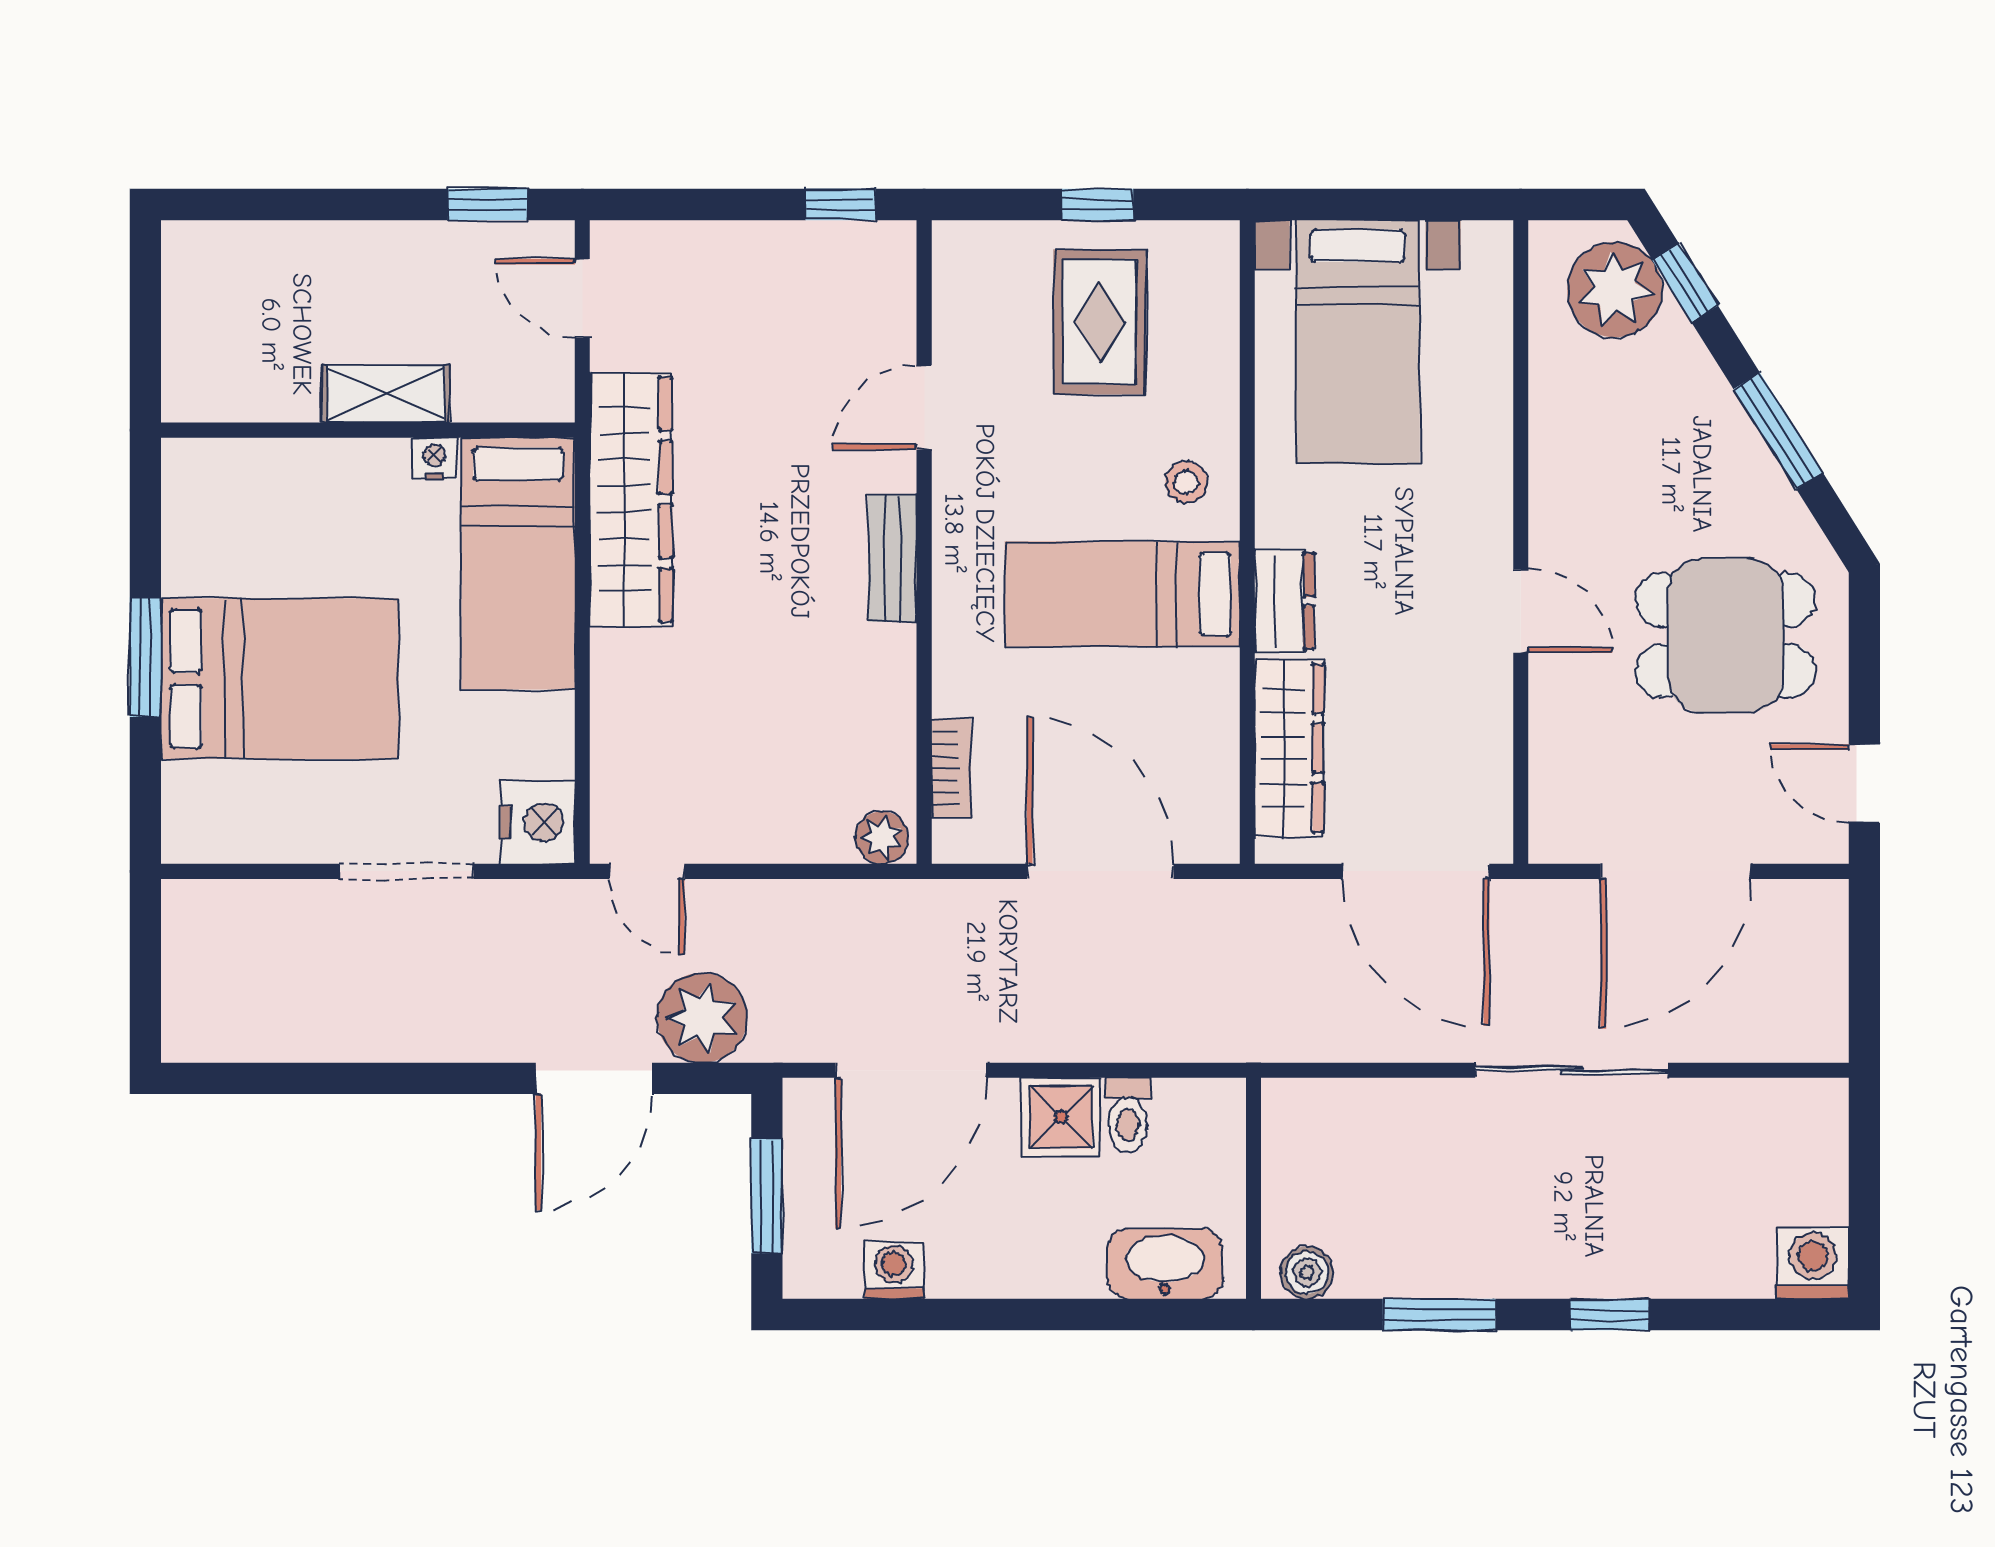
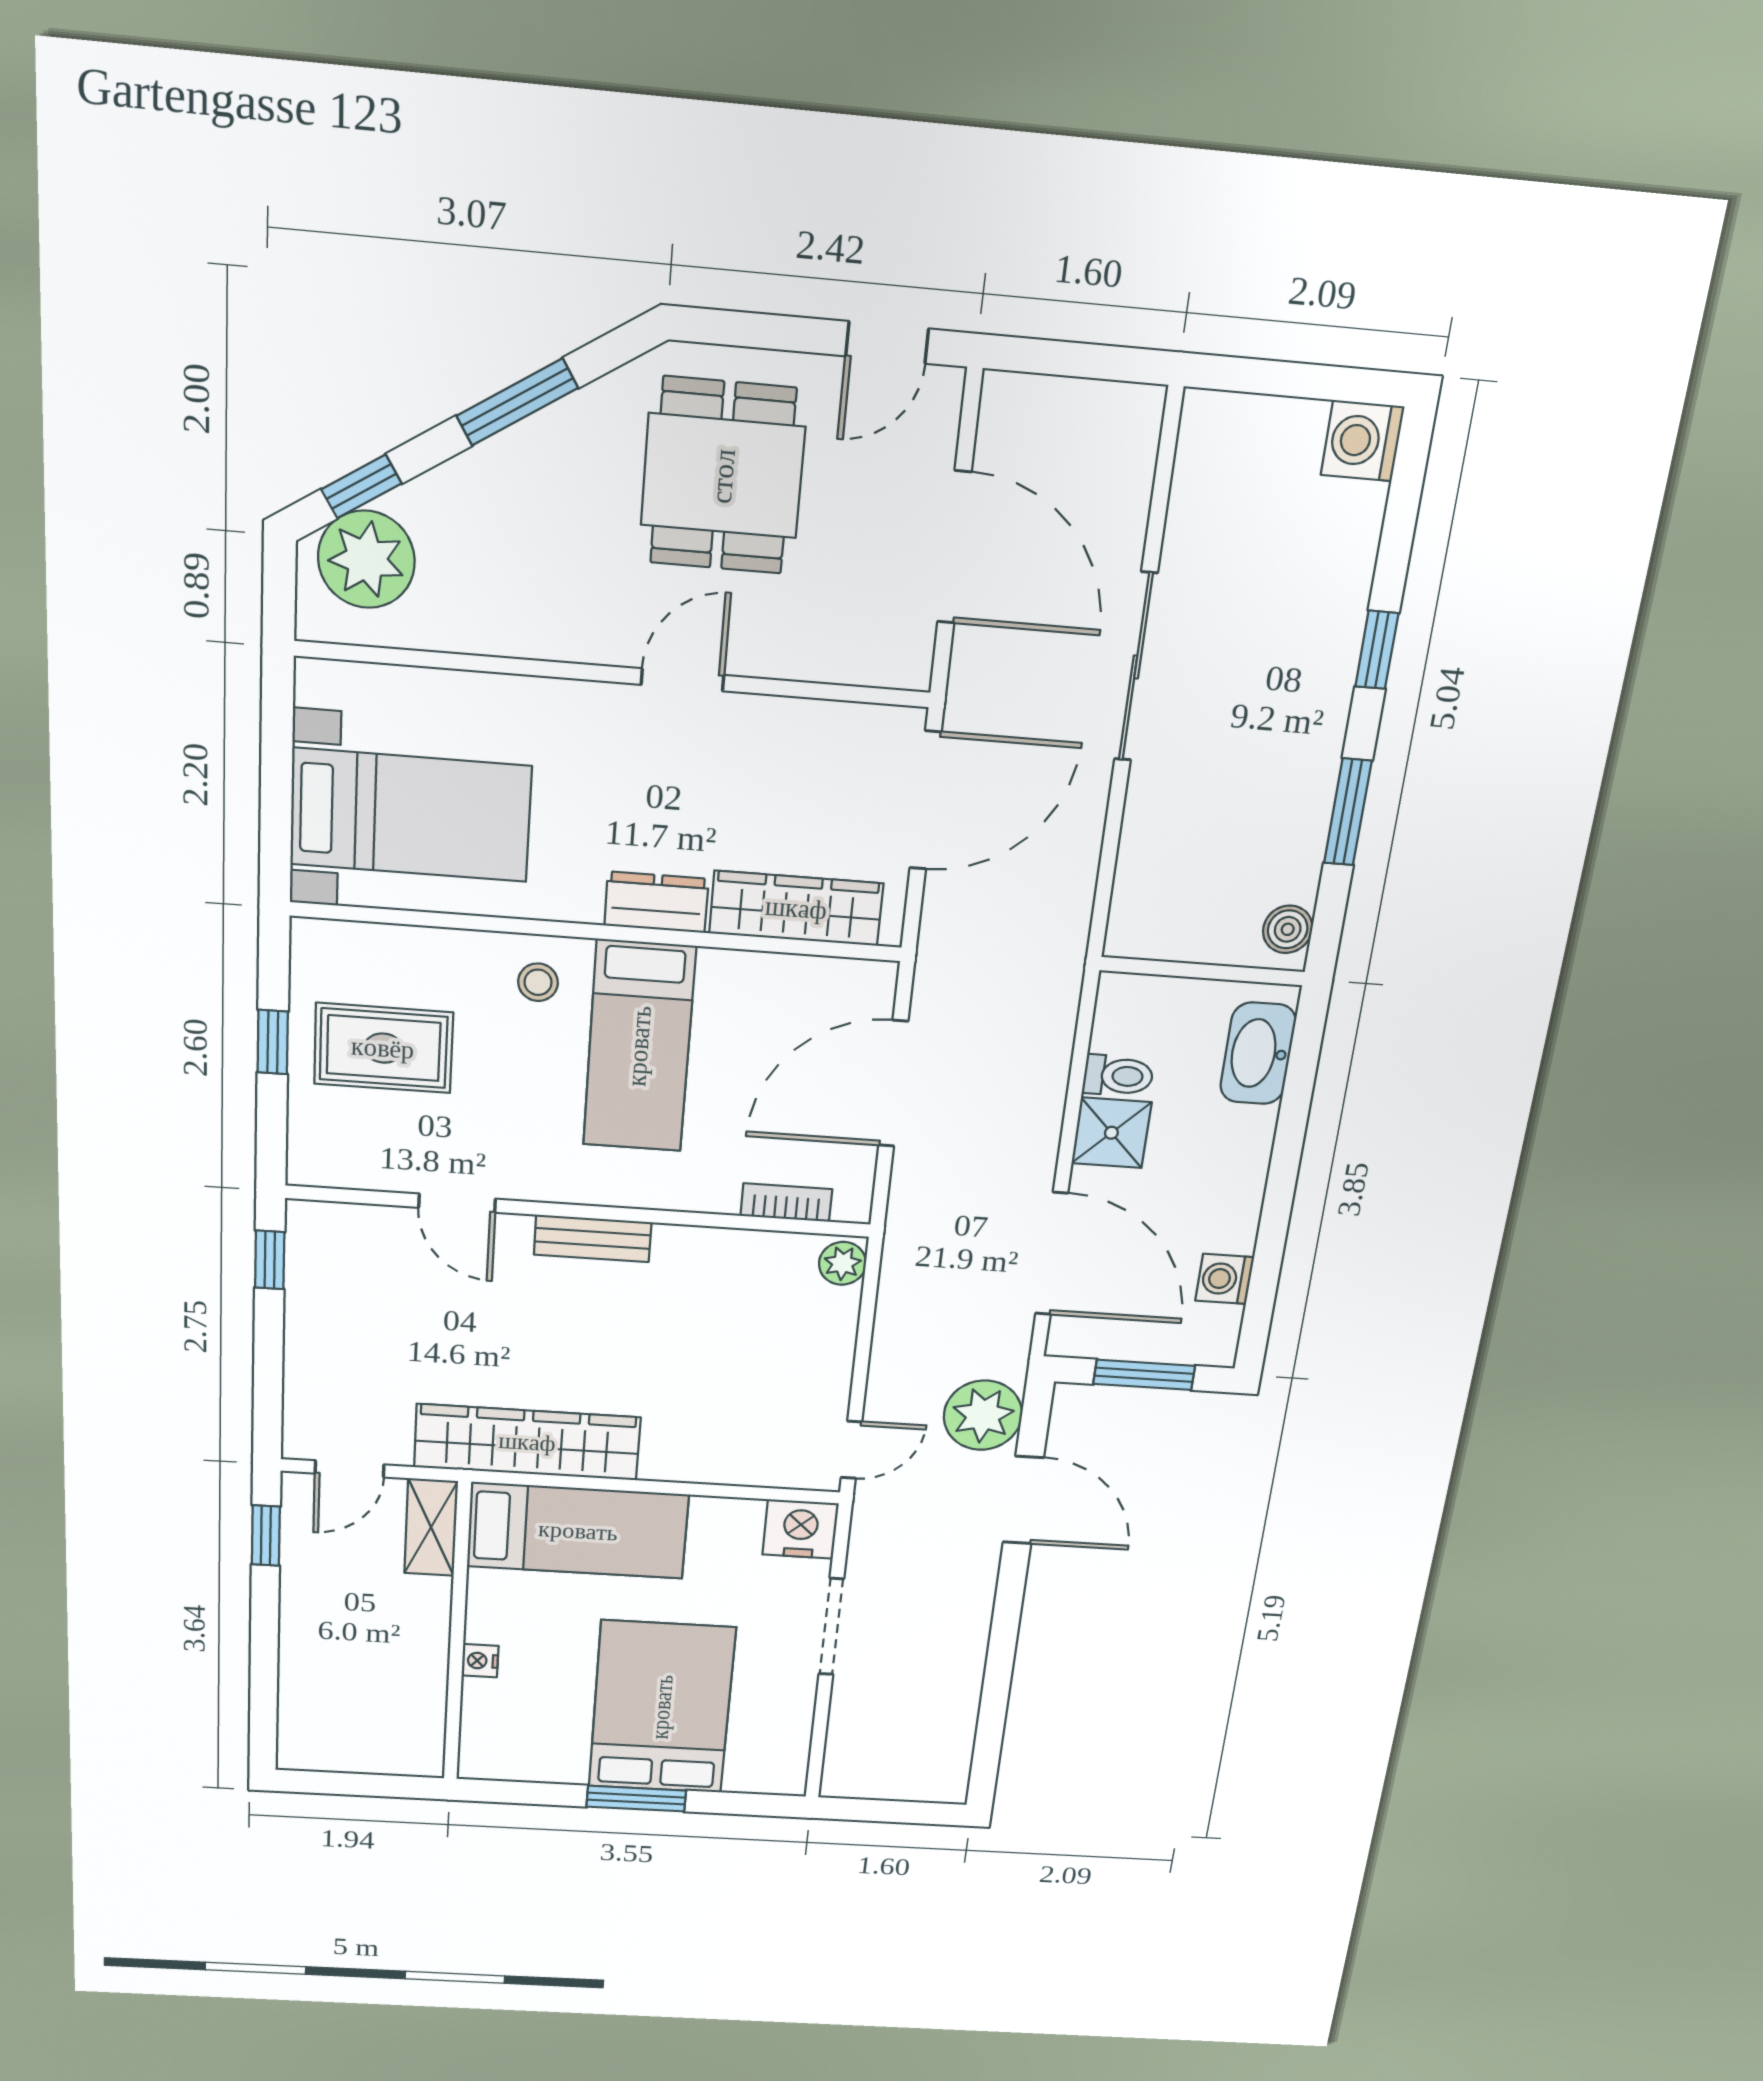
shelving: (386, 394) -> (431, 1527), moved
nightstand: (434, 459) -> (480, 1661), moved

